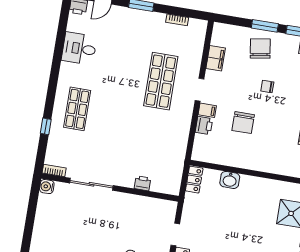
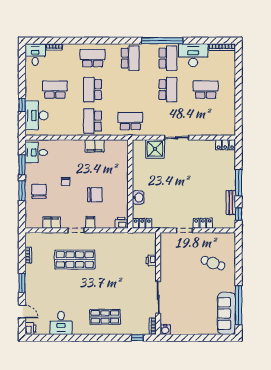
chair: (260, 49) -> (39, 191), turned 99
printer: (204, 125) -> (121, 223), moved
window: (46, 126) -> (137, 338), moved

